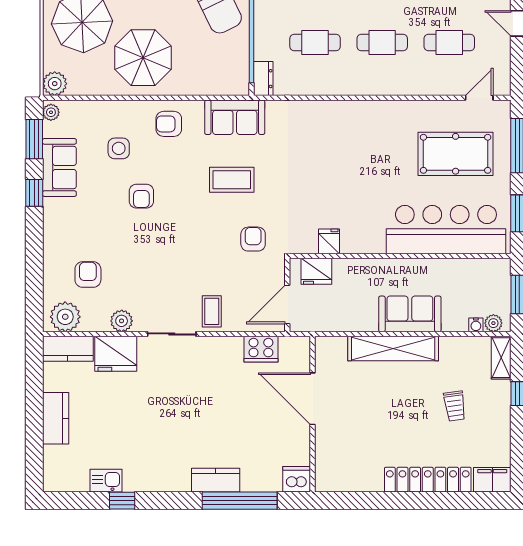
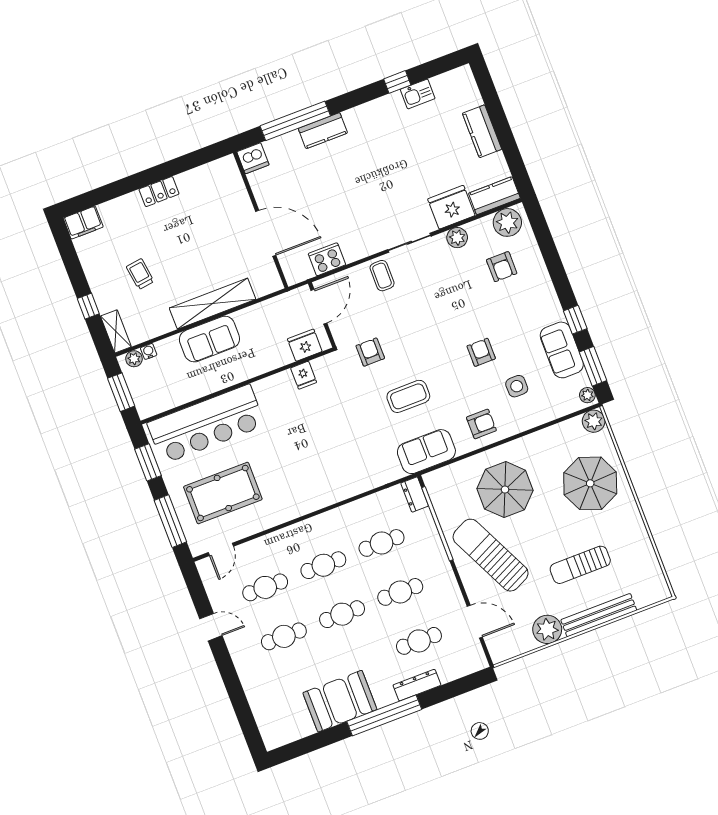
parasol: (143, 58) -> (505, 490), moved
armchair: (253, 239) -> (370, 352), turned 180
locker: (428, 480) -> (159, 192), width x0.46, depth x0.83

